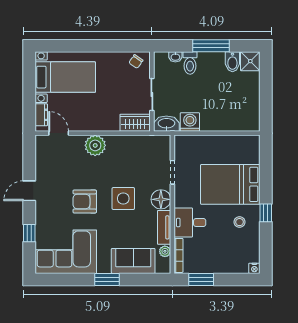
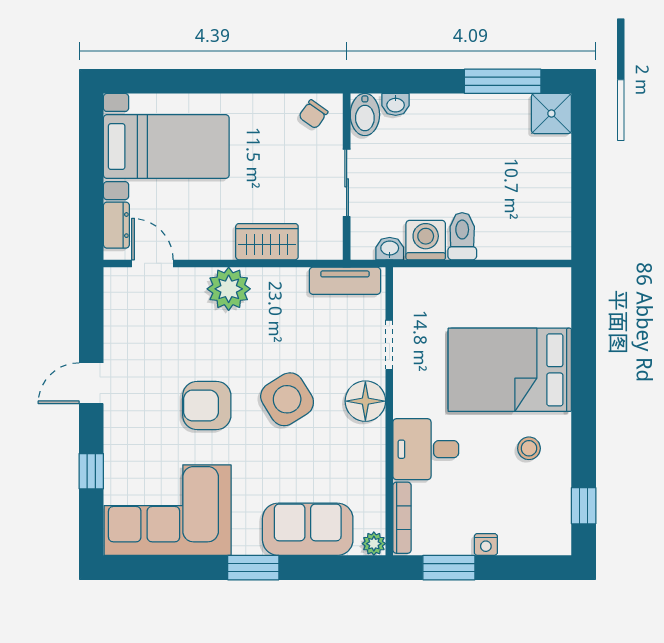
window: (211, 46) -> (503, 81), moved
bidet: (232, 62) -> (365, 115), moved
toilet: (190, 63) -> (462, 236), moved, turned 180
wardrobe: (135, 123) -> (267, 242), moved
washbasin: (166, 124) -> (390, 249), width x0.52, depth x0.69
side table: (123, 199) -> (287, 399), turned -32
window: (266, 213) -> (584, 506), moved
tv unit: (164, 227) -> (345, 281), moved, turned -90
plant: (165, 251) -> (374, 544), moved
nightstand: (254, 268) -> (486, 544), moved

